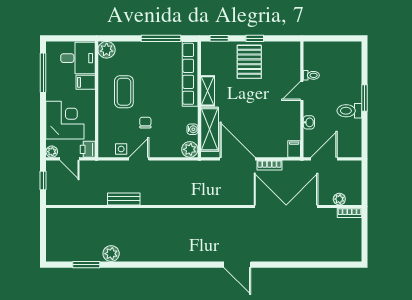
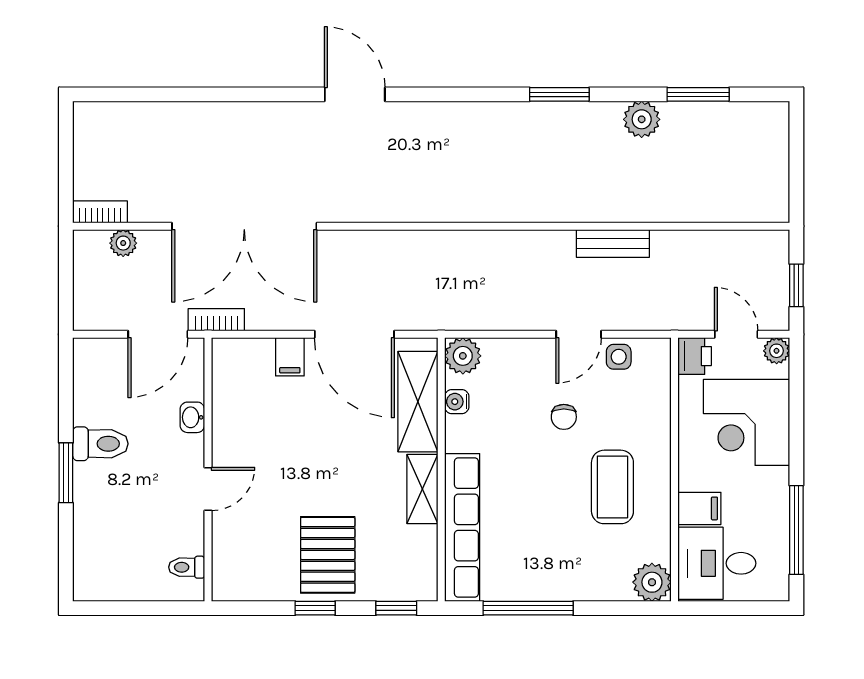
toilet: (311, 75) -> (187, 567), moved
filing cabinet: (294, 149) -> (290, 357), moved
bookcase: (269, 165) -> (216, 320), moved
window: (147, 265) -> (559, 94), added

